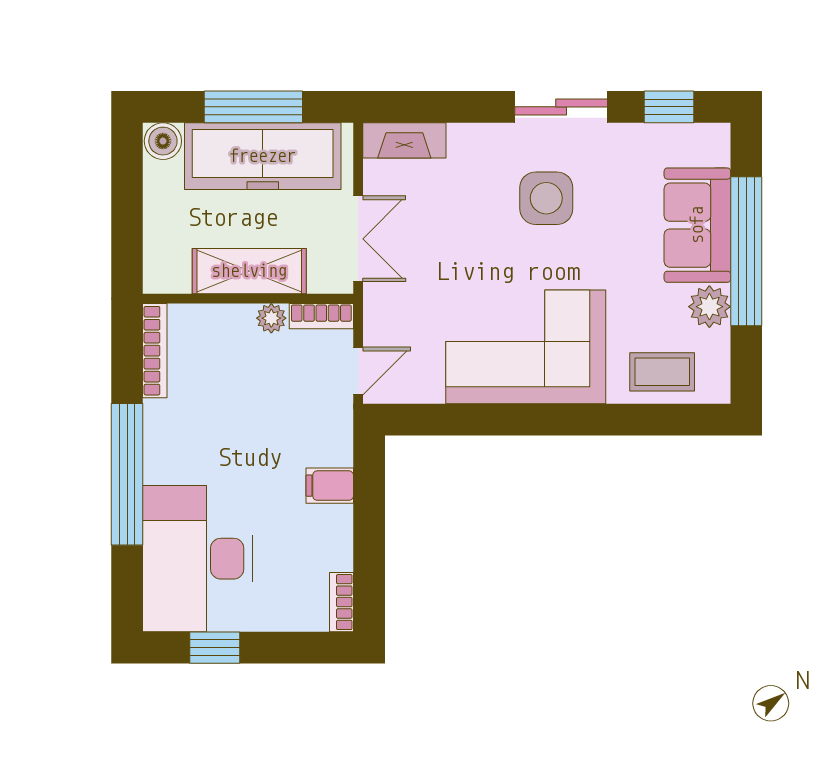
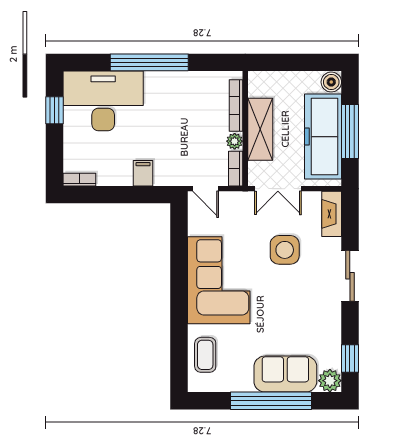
sliding door: (561, 107) -> (350, 276), moved
side table: (546, 198) -> (285, 250), moved
plant: (709, 307) -> (330, 381), moved
bookcase: (155, 351) -> (236, 106), moved, turned 90

